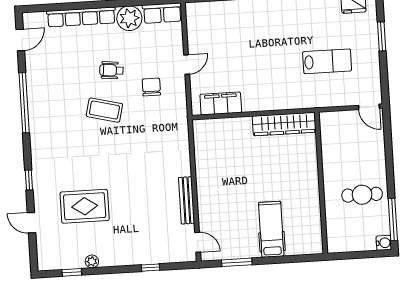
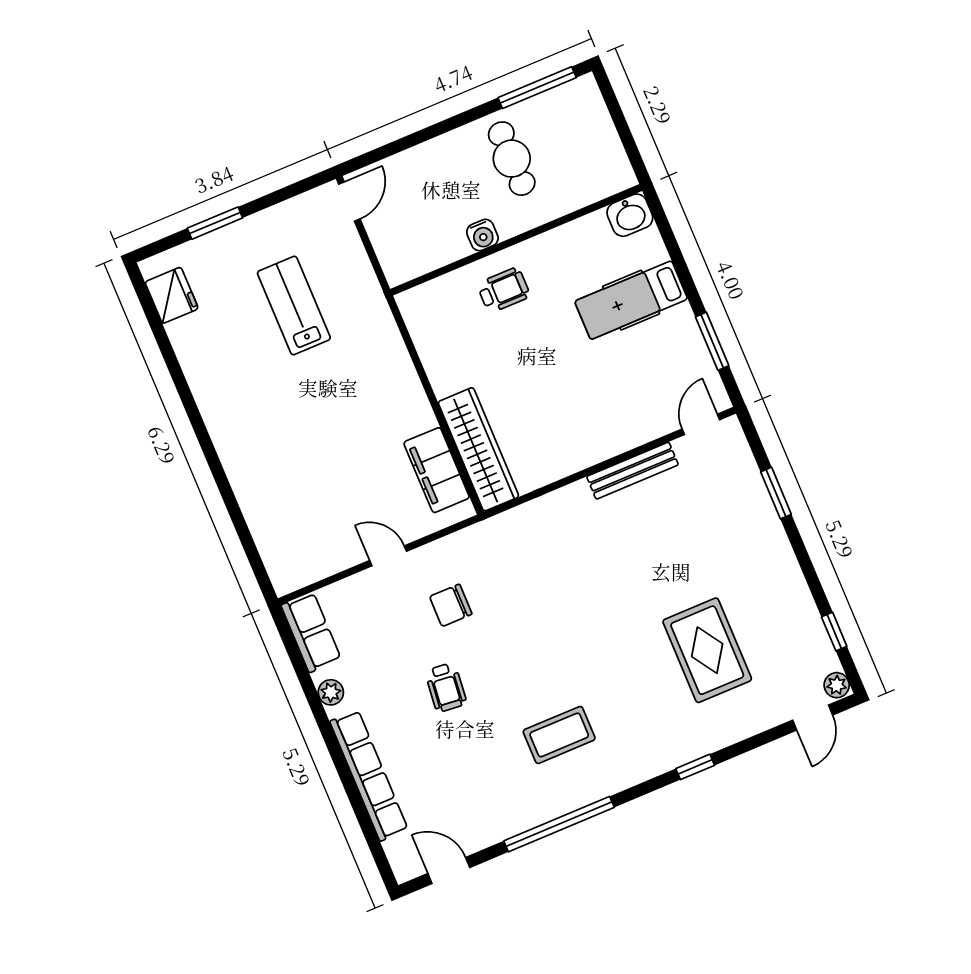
plant: (129, 18) -> (331, 692), width x0.53, depth x0.53
coffee table: (104, 110) -> (559, 735), moved, turned 76
wardrobe: (284, 124) -> (478, 449), moved
wheelchair: (298, 168) -> (504, 290), added
door: (31, 223) -> (813, 718), moved
washbasin: (314, 243) -> (630, 215), added
water cooler: (384, 243) -> (482, 235), moved, turned 180
plant: (92, 261) -> (837, 685), moved
window: (151, 268) -> (776, 493), width x1.50

